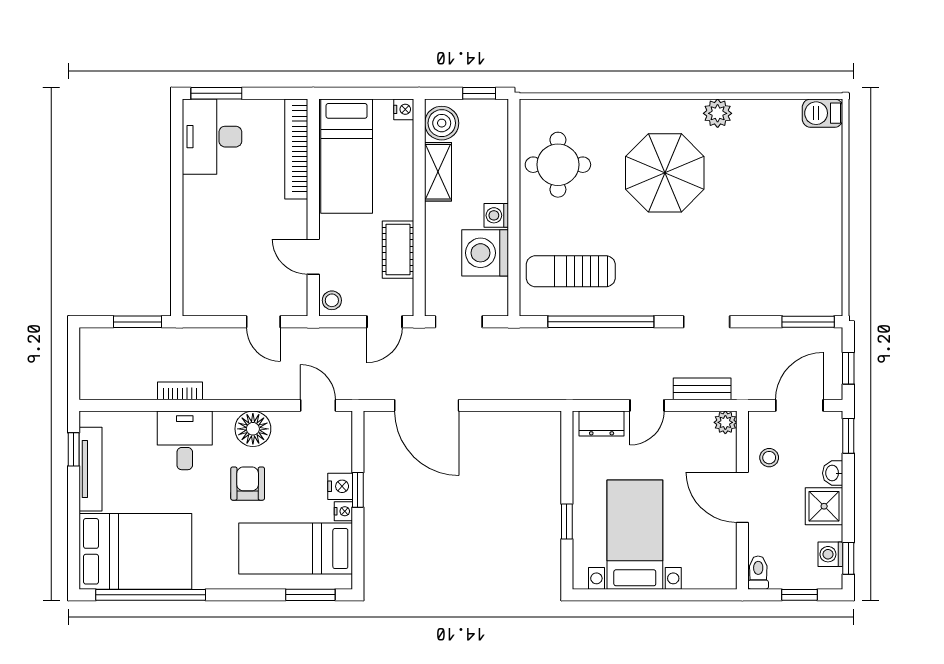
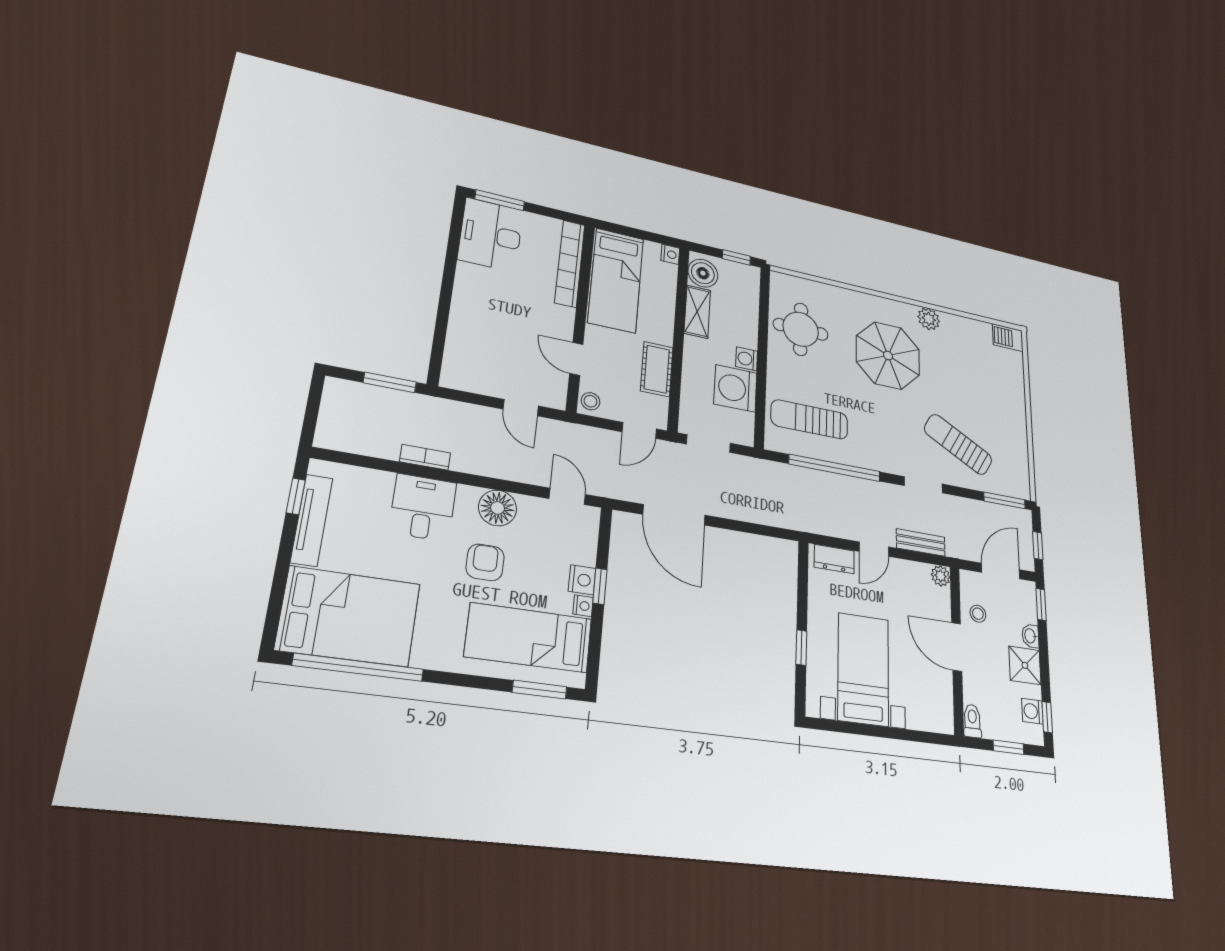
sun lounger: (751, 265) -> (958, 444), added

